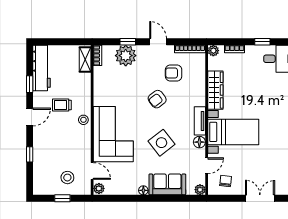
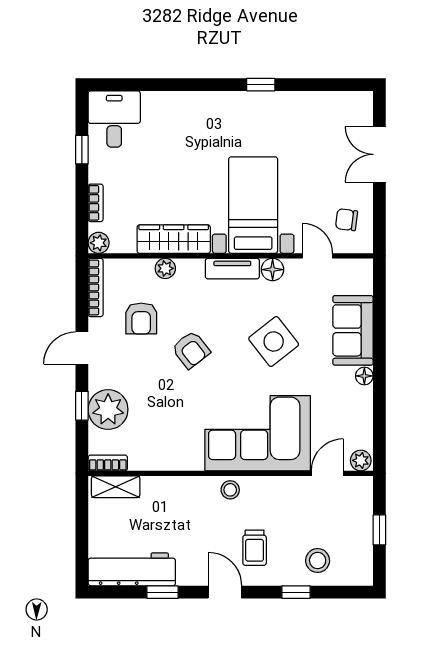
trolley: (62, 105) -> (255, 548), moved
stool: (67, 178) -> (318, 561), moved
plant: (200, 190) -> (165, 268), moved

